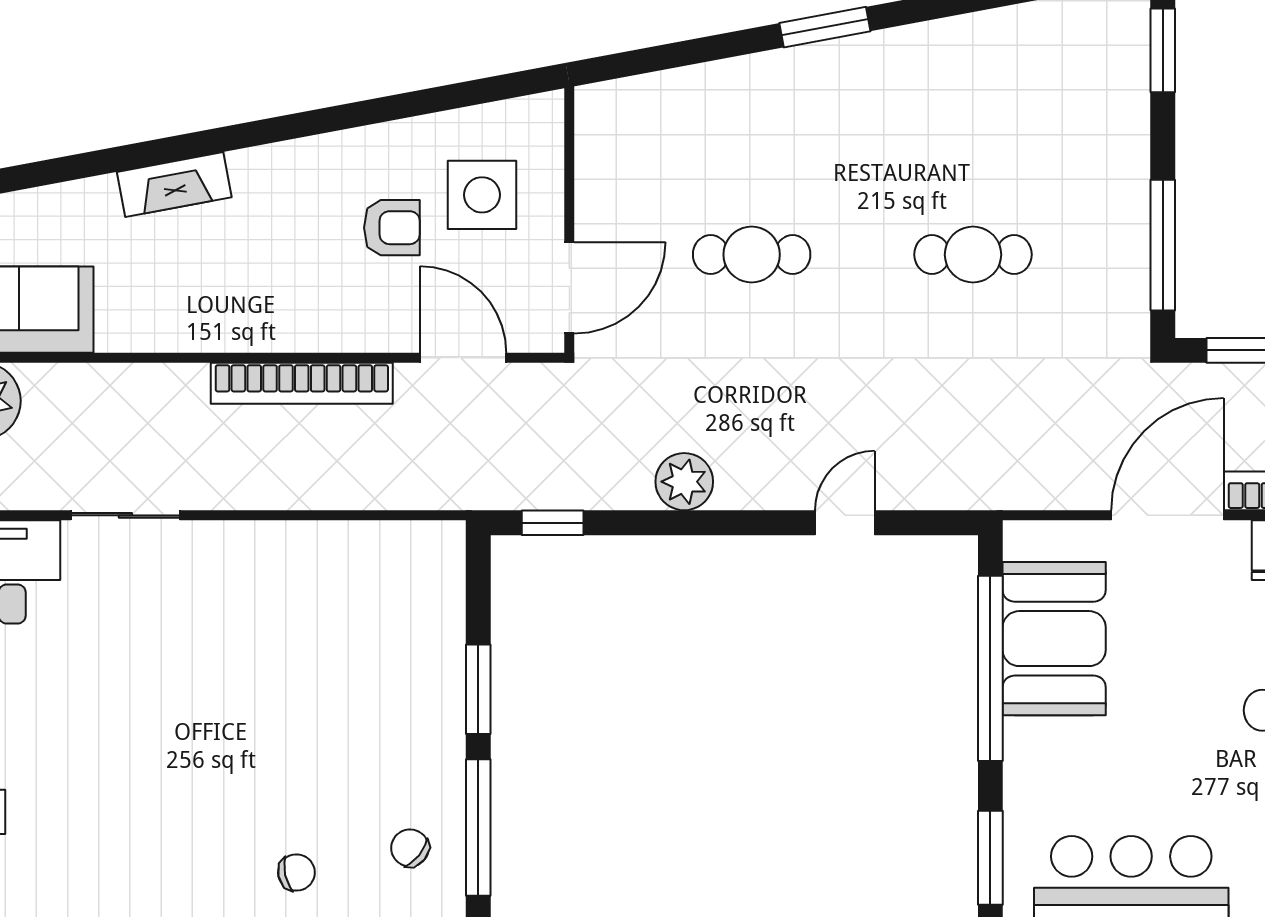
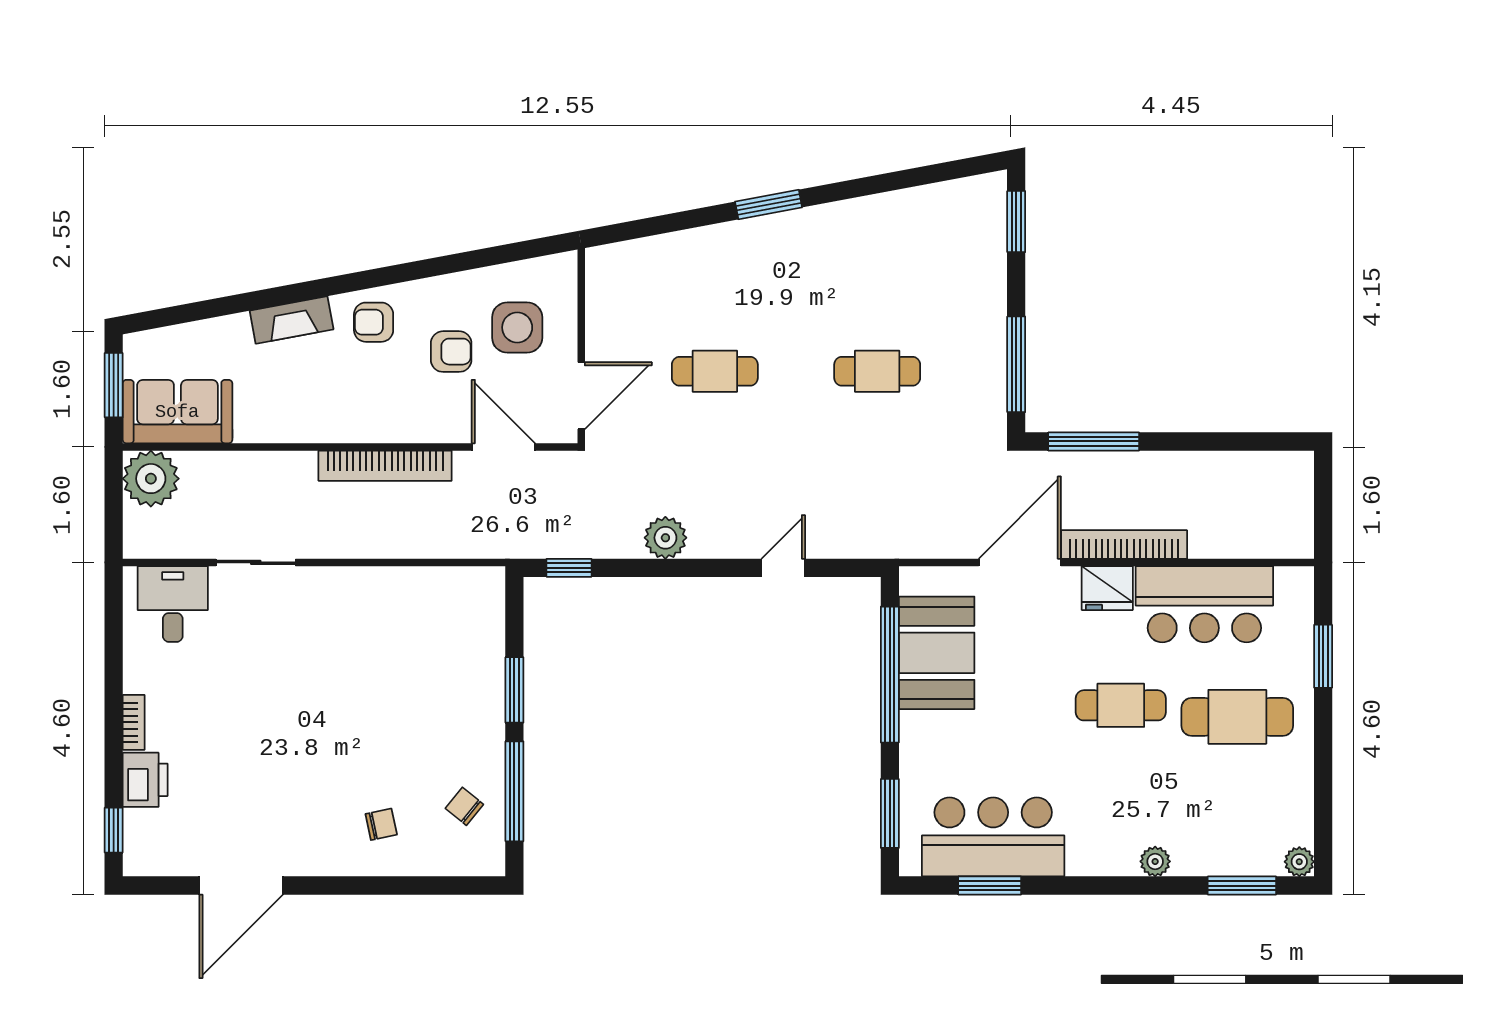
armchair: (286, 188) -> (374, 322), added

